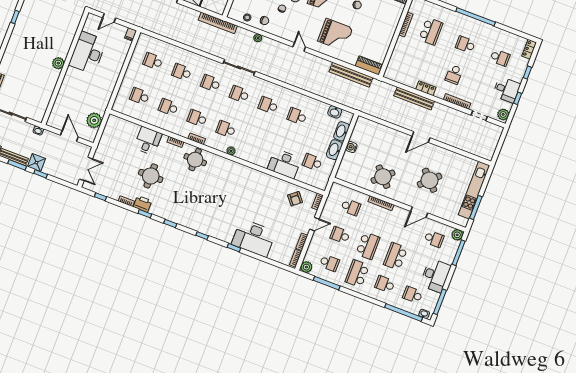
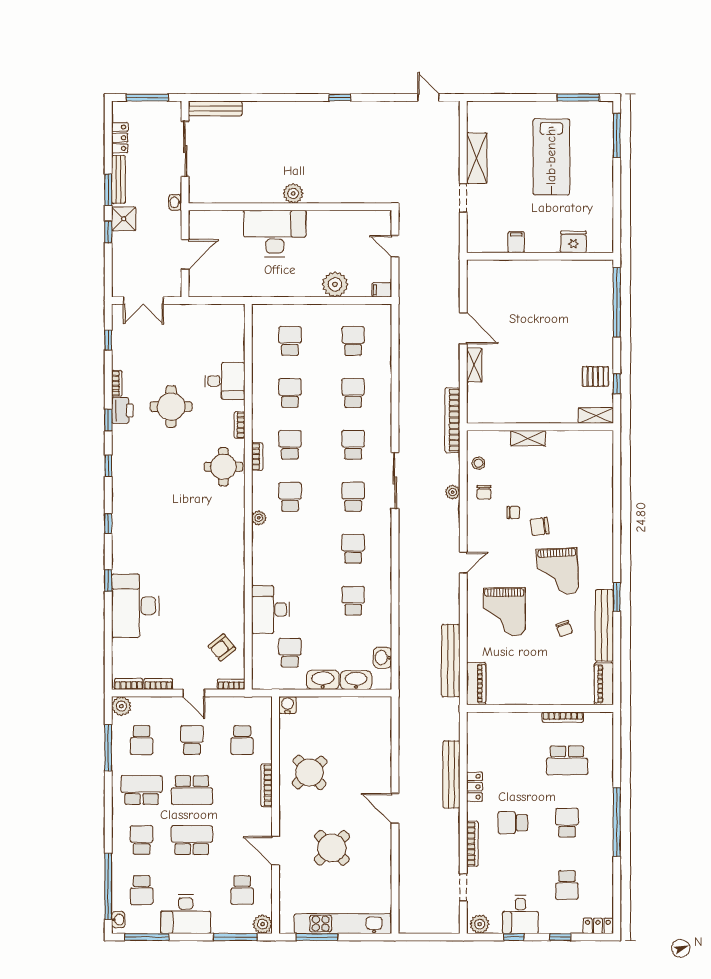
desk: (88, 53) -> (275, 233), moved
plant: (94, 120) -> (335, 284), moved
water cooler: (351, 147) -> (288, 705), moved
school desk: (413, 295) -> (142, 890), turned 180

